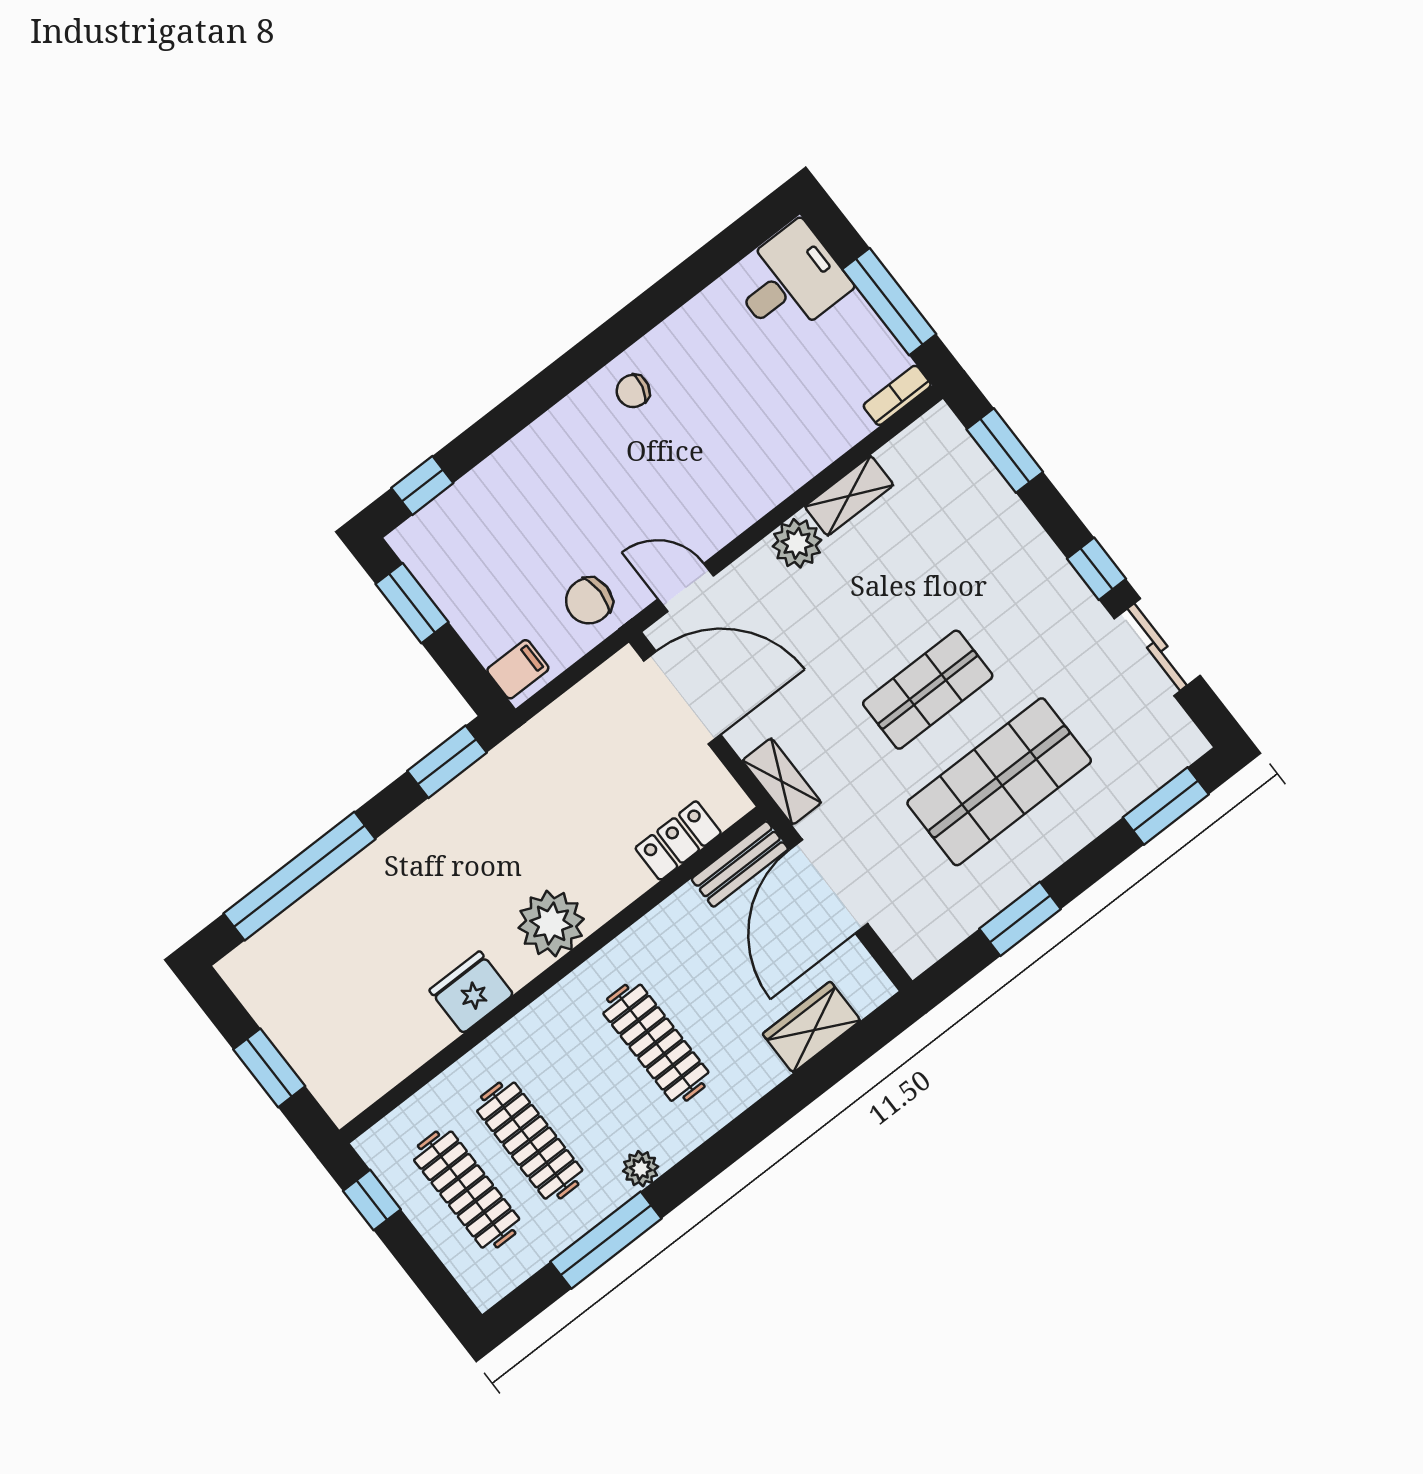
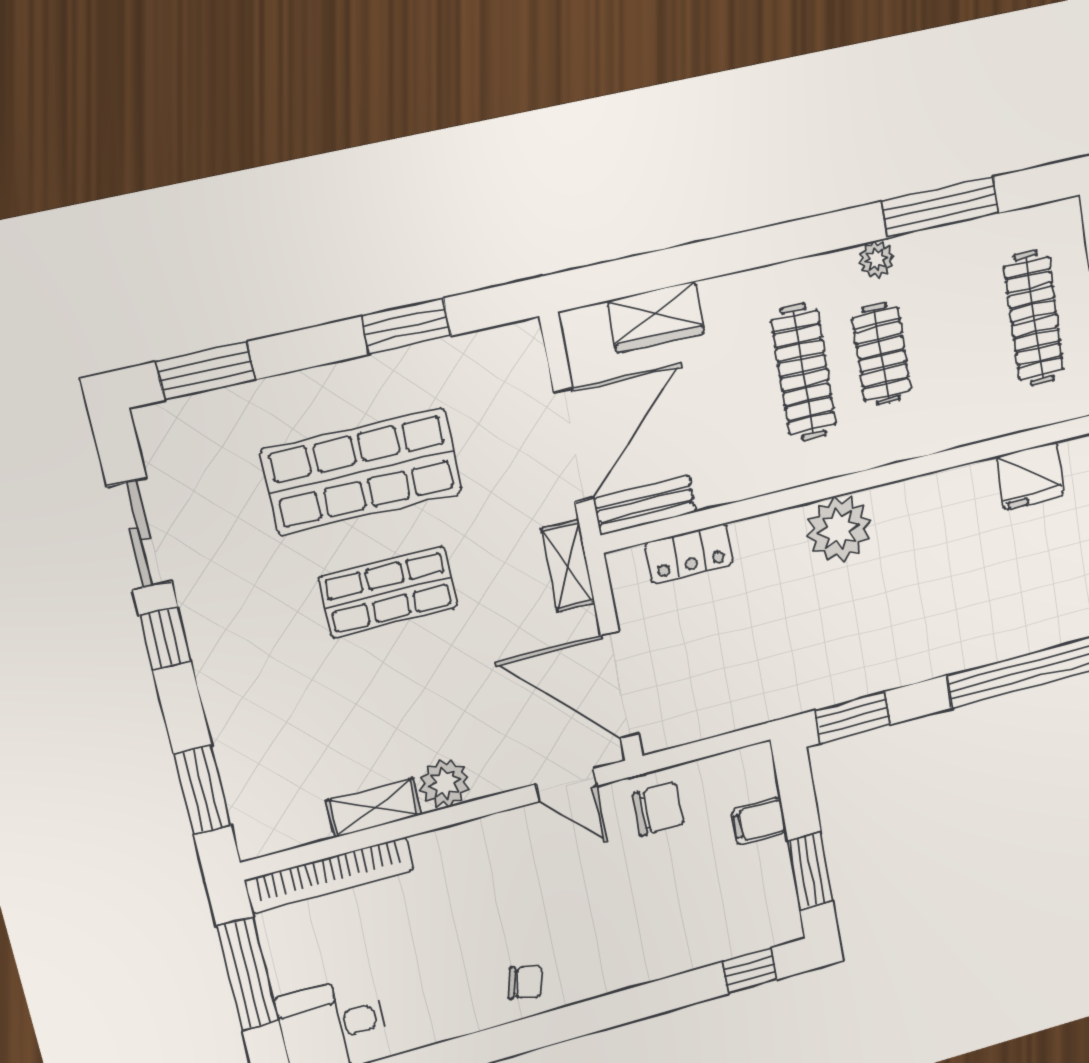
bookcase: (897, 395) -> (329, 875), width x2.31, depth x1.31
filing cabinet: (518, 669) -> (759, 821), moved
fridge: (471, 992) -> (1030, 476), moved
clothes rail: (530, 1141) -> (881, 354), moved, width x0.73

